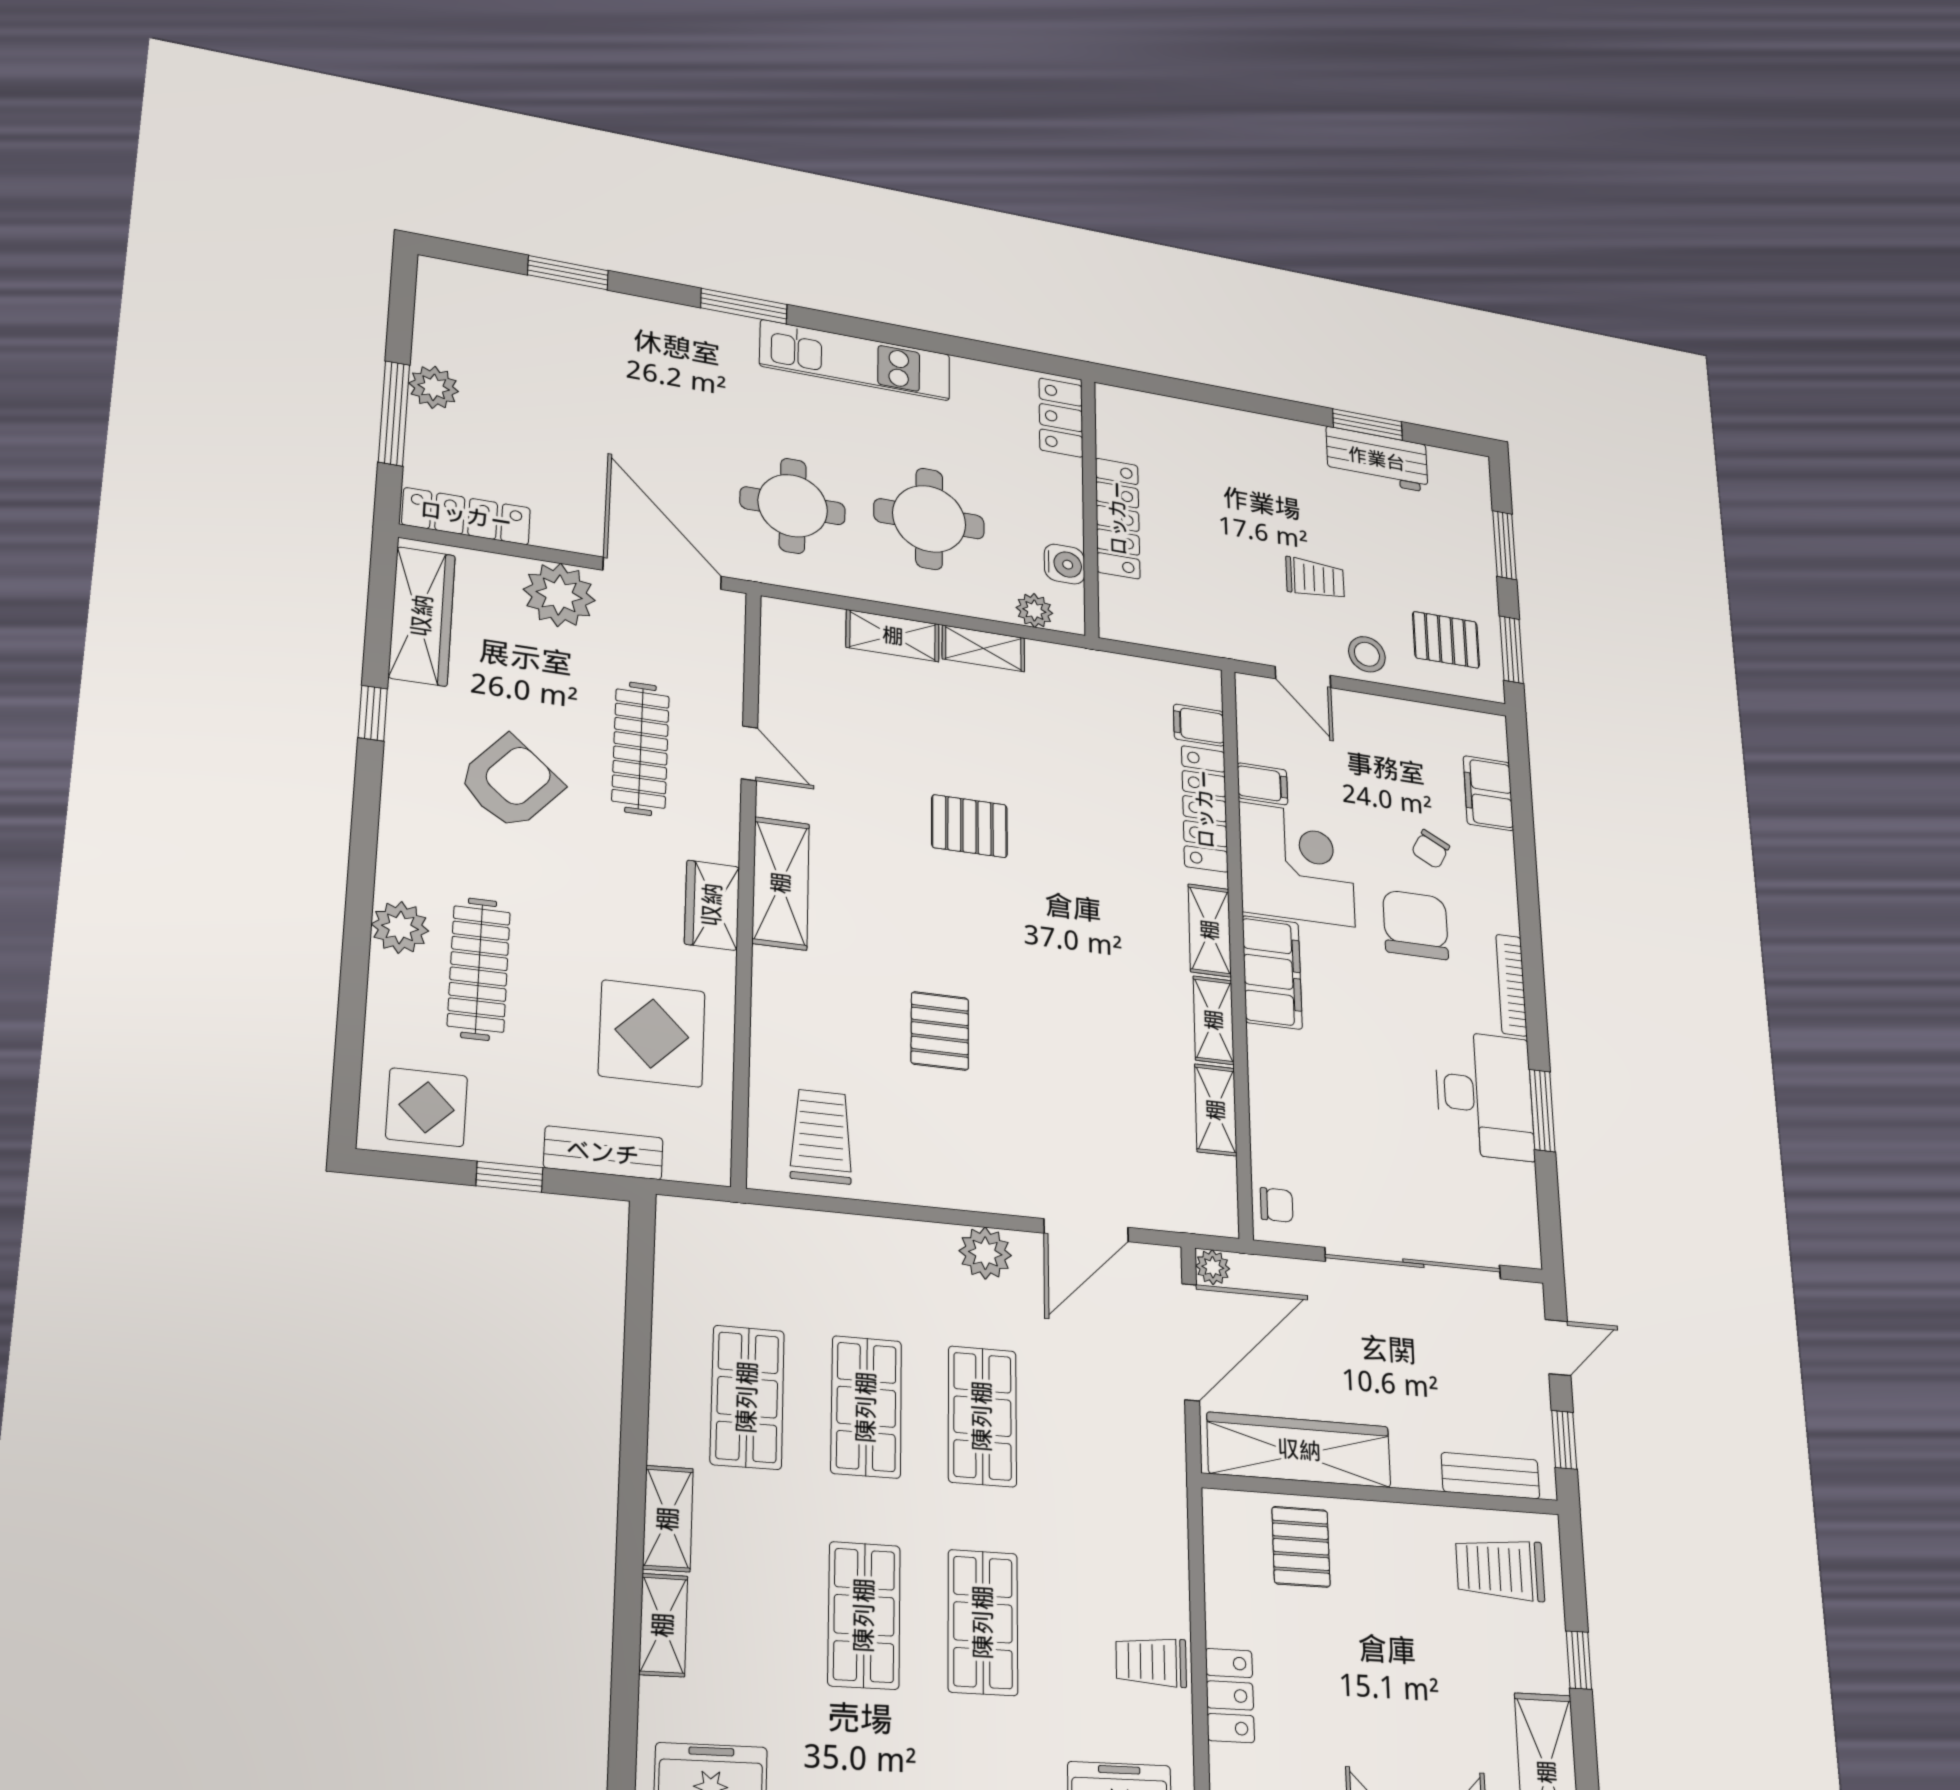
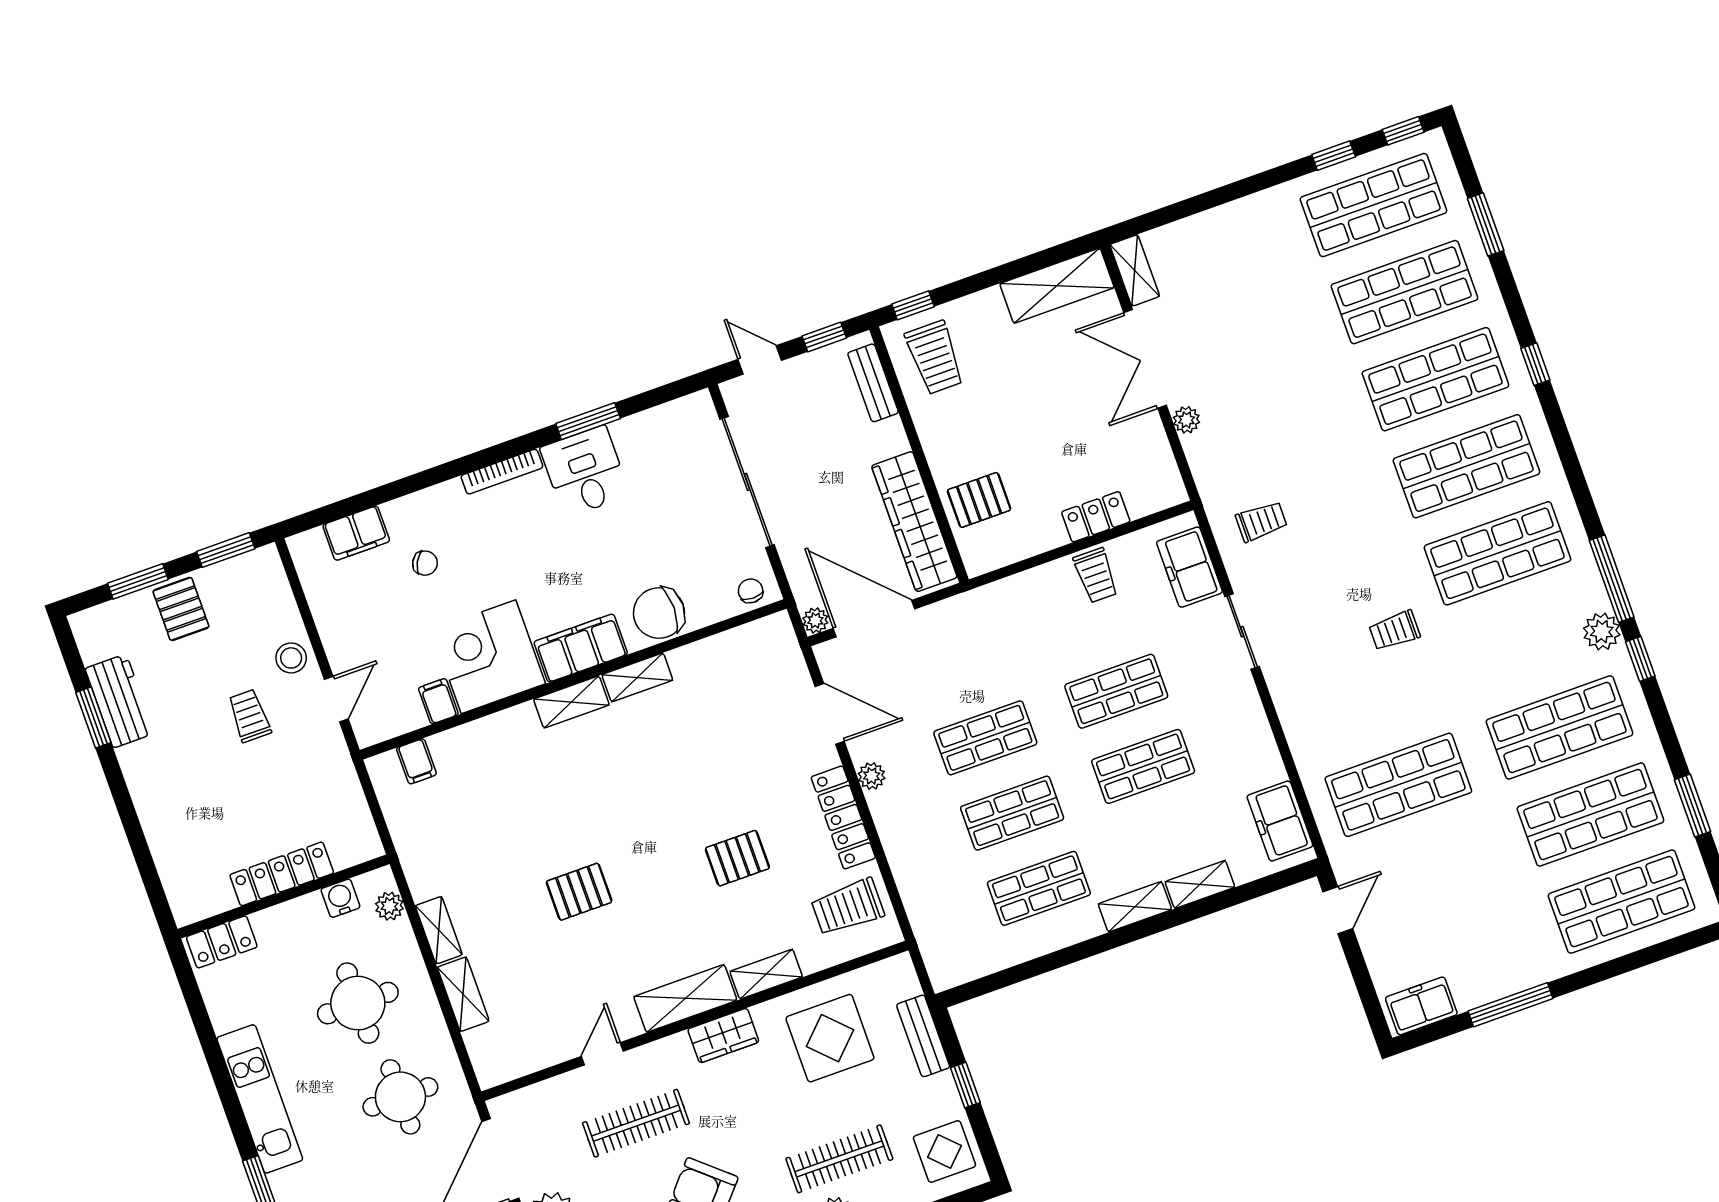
pallet: (1446, 640) -> (181, 609), moved
locker: (1205, 809) -> (843, 817), moved, turned 90
pallet: (969, 826) -> (579, 892), turned 90
chair: (1416, 925) -> (659, 613), moved
desk: (1485, 1095) -> (585, 471), width x0.73
shelving: (1216, 1110) -> (766, 974), moved
plant: (985, 1253) -> (872, 776), width x0.73, depth x0.73
window: (1579, 1660) -> (913, 305), moved

